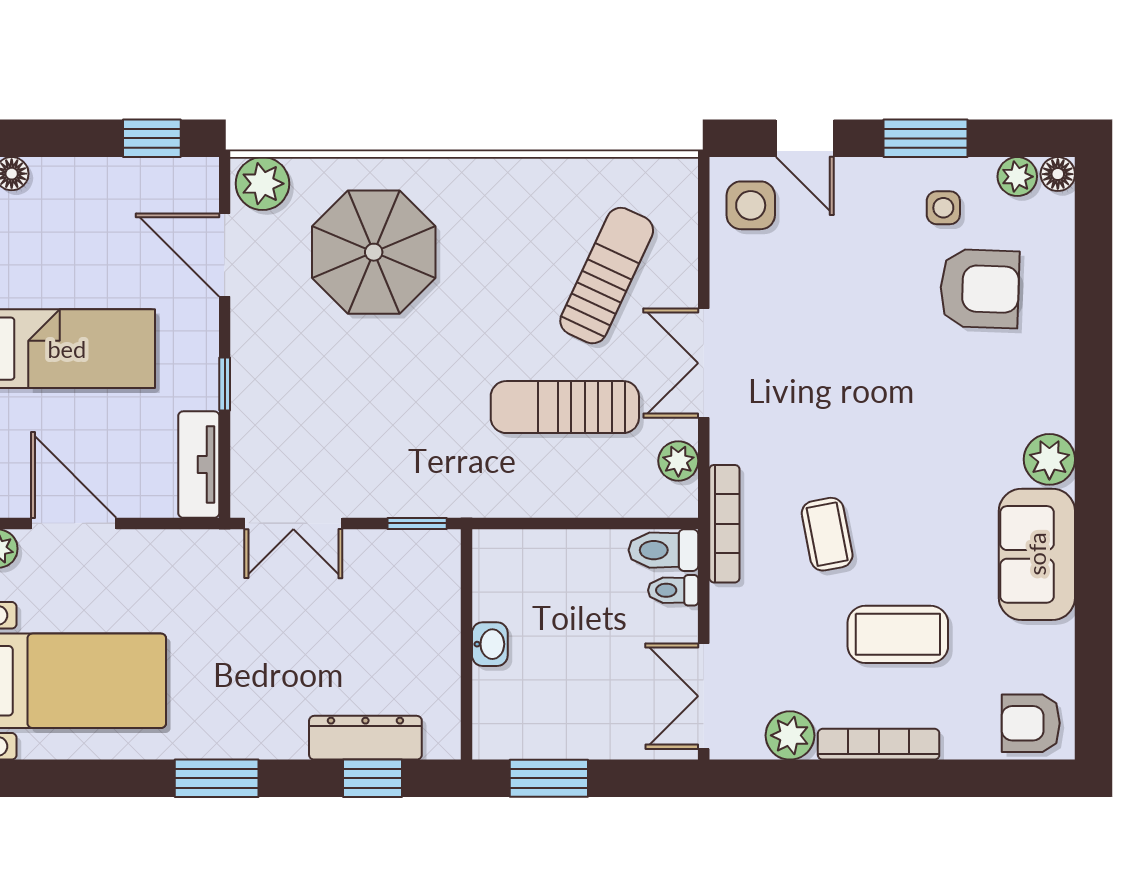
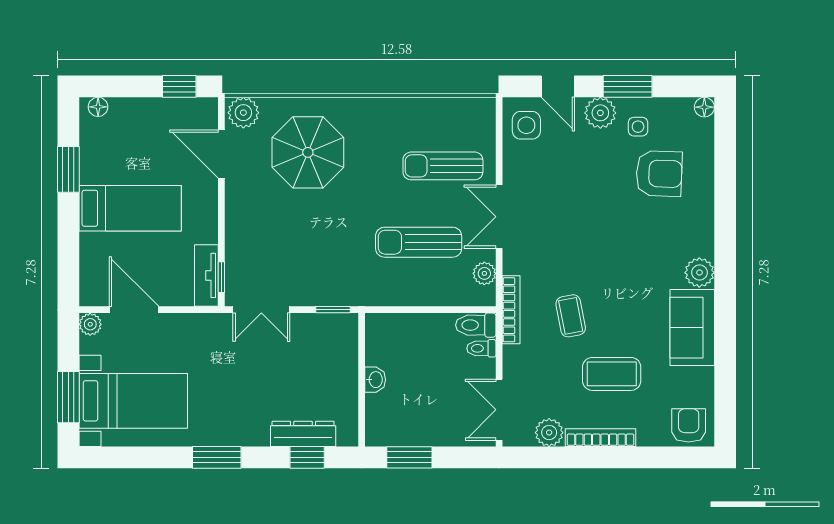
plant: (1017, 177) -> (600, 113), moved, width x1.38, depth x1.38
sun lounger: (607, 276) -> (443, 166), turned -115
window: (225, 384) -> (221, 277), moved
armchair: (1031, 723) -> (689, 425), turned 90

